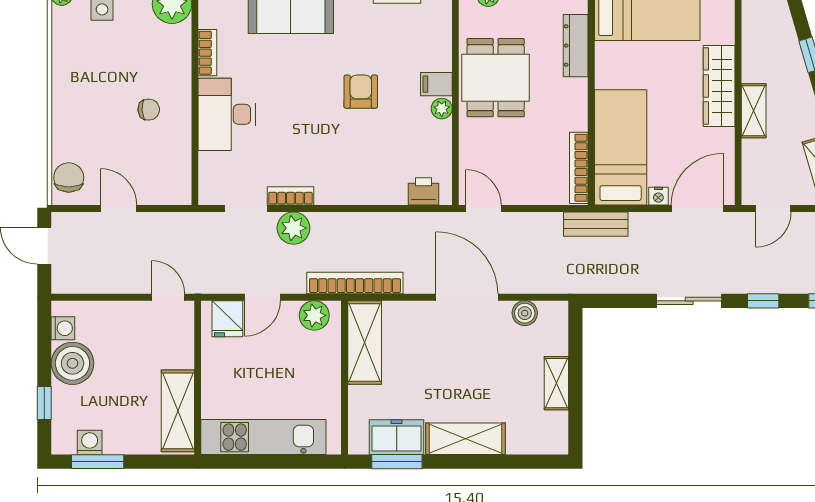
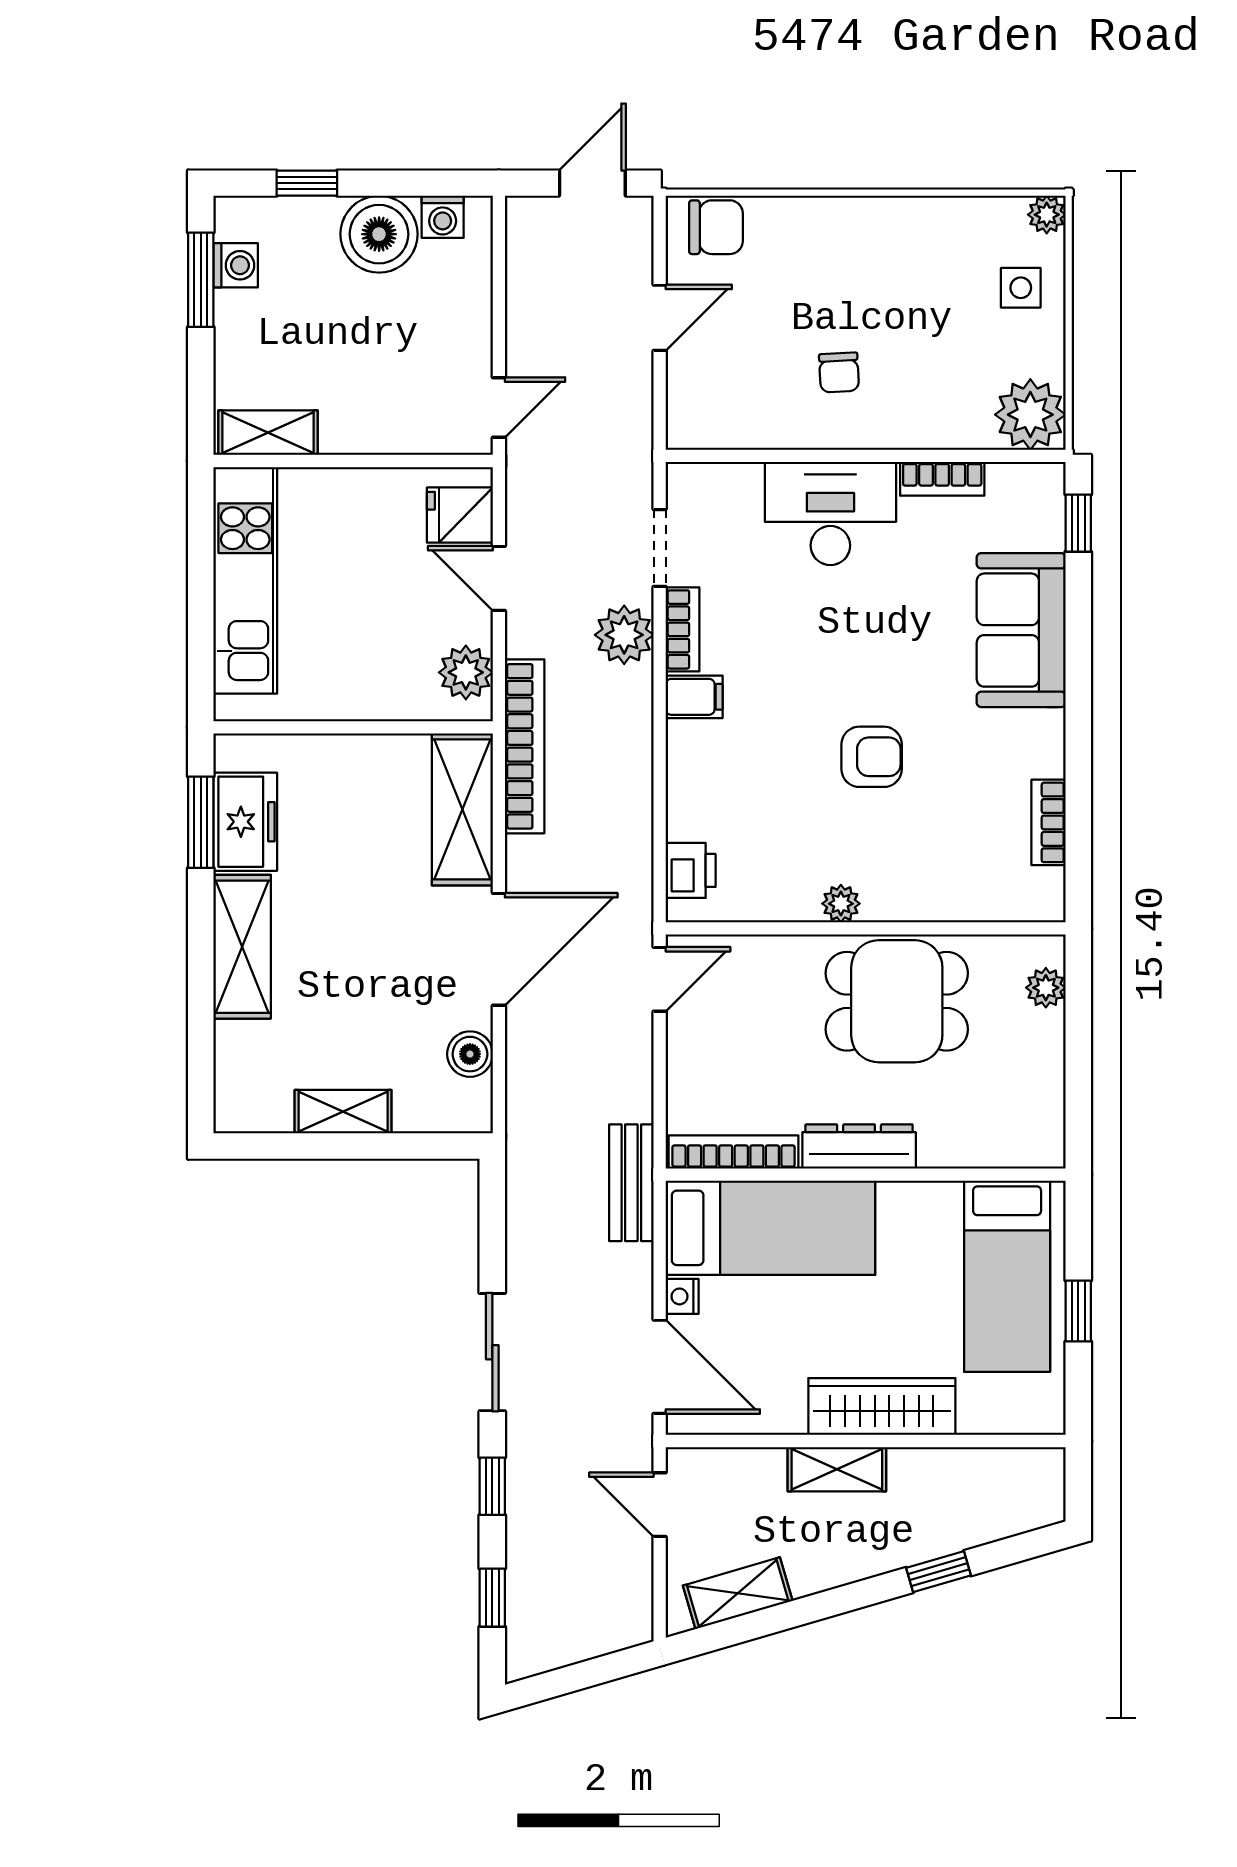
dresser: (576, 46) -> (859, 1146), moved
filing cabinet: (436, 84) -> (694, 697), moved, turned 90
shelving: (365, 343) -> (462, 809), moved, turned 90
shelving: (178, 411) -> (268, 433), width x0.67, depth x0.75

